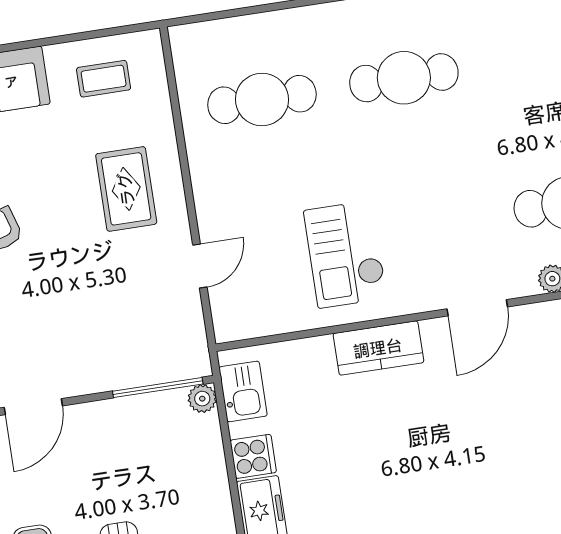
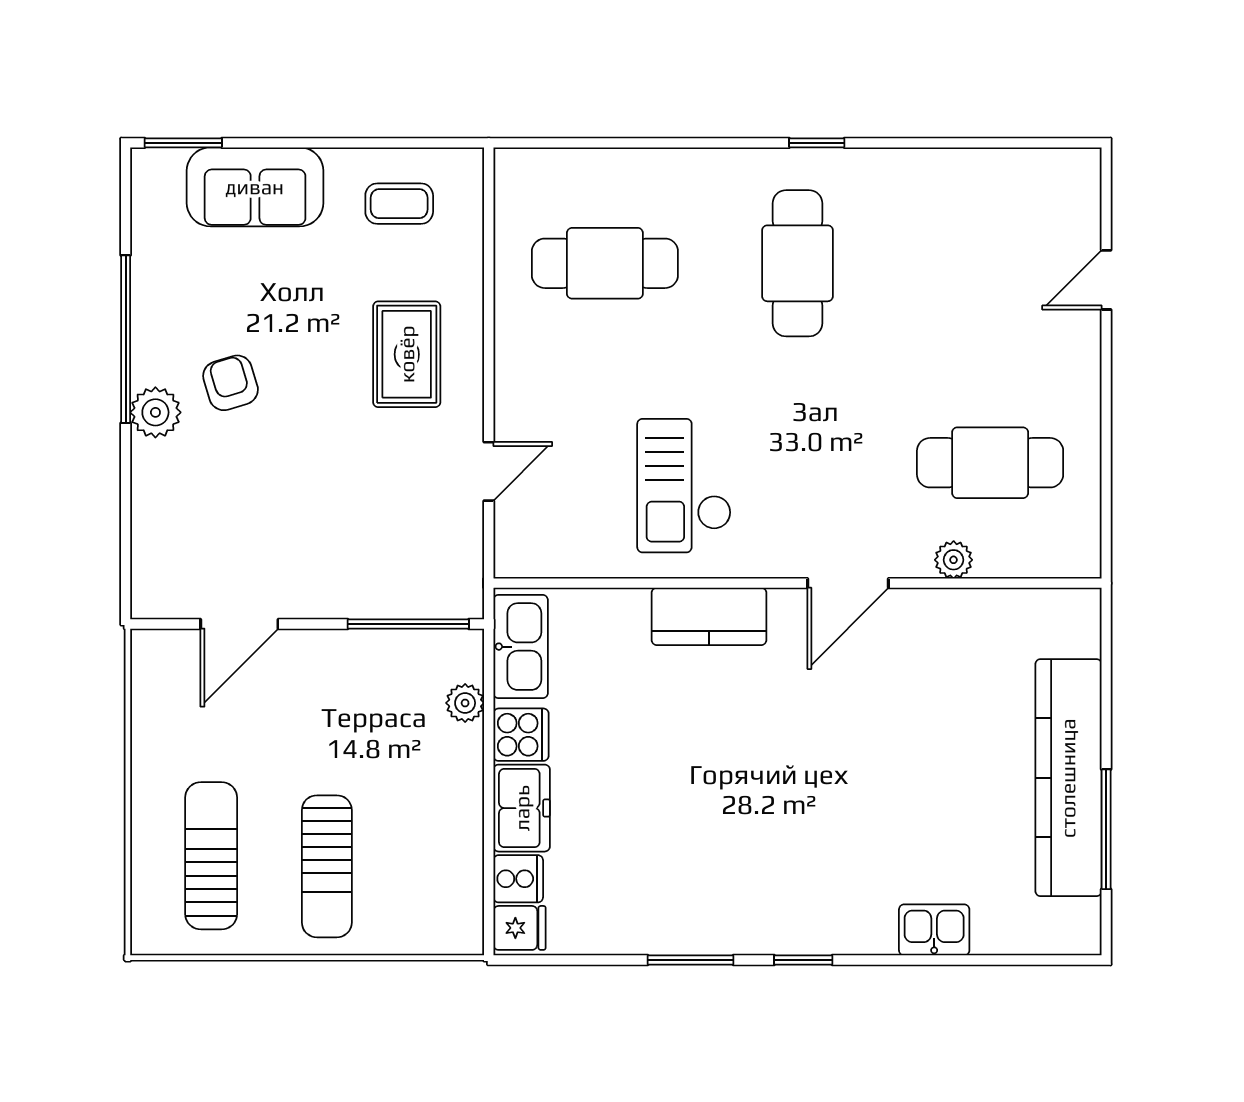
cafe table: (404, 78) -> (797, 263), turned 90
kitchen sink: (243, 391) -> (521, 647), width x1.38
plant: (202, 399) -> (465, 703), moved

